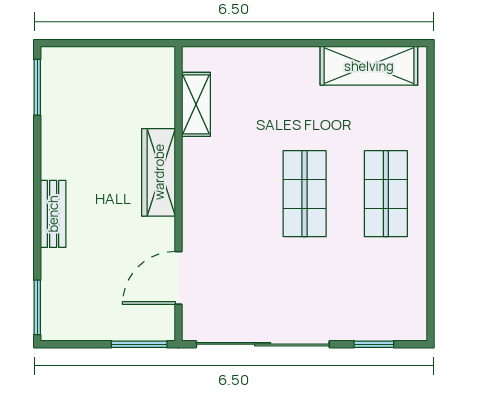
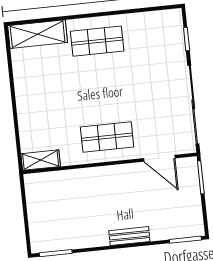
shelving: (369, 66) -> (38, 34), moved, turned 90
shelving: (196, 104) -> (41, 160), moved
wardrobe: (159, 172) -> (98, 176), removed
shop shelf: (305, 194) -> (107, 137), moved

